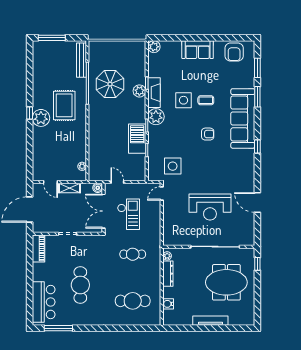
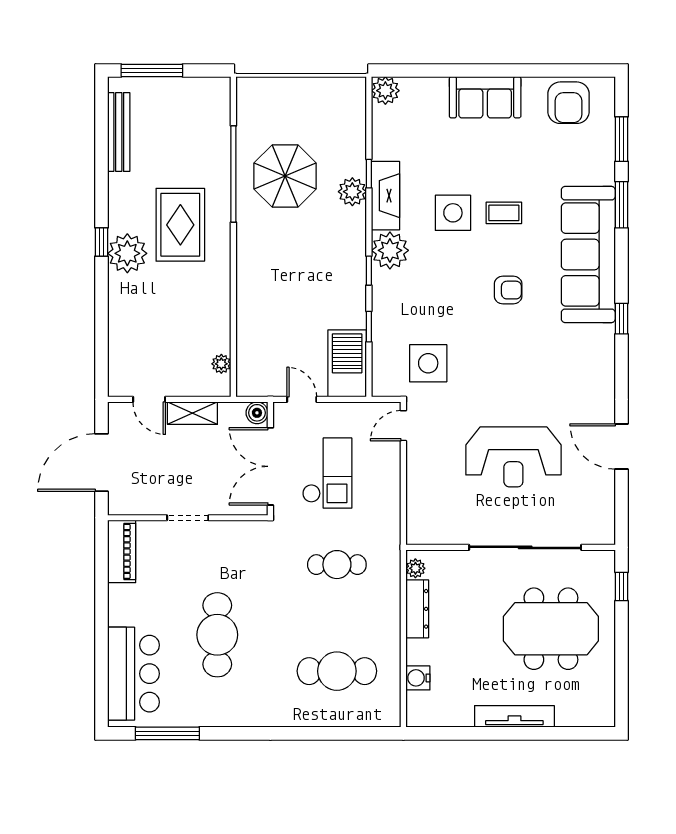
bench: (81, 60) -> (119, 132), moved
barbecue: (137, 139) -> (347, 363), moved

